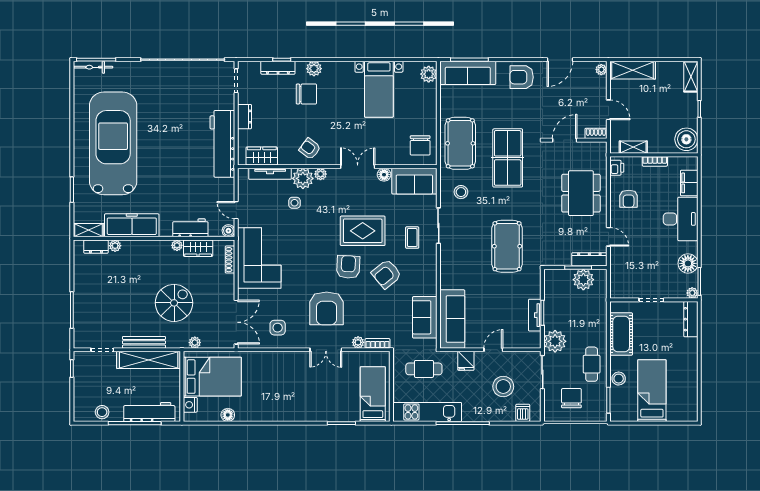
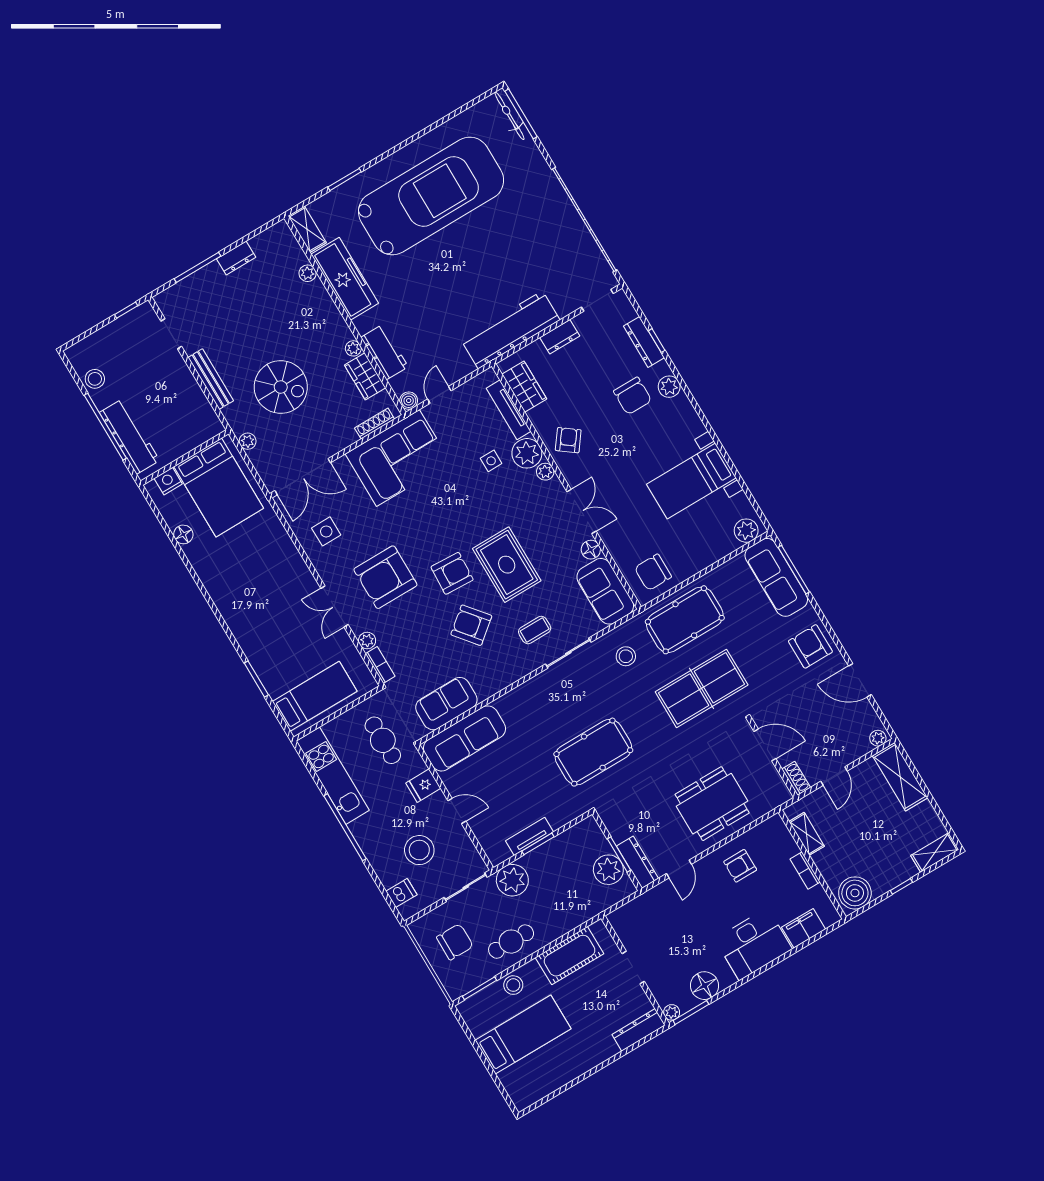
printer: (617, 168) -> (769, 829), removed
dresser: (96, 247) -> (236, 258), moved, turned -90
shelving: (149, 360) -> (193, 397), removed

